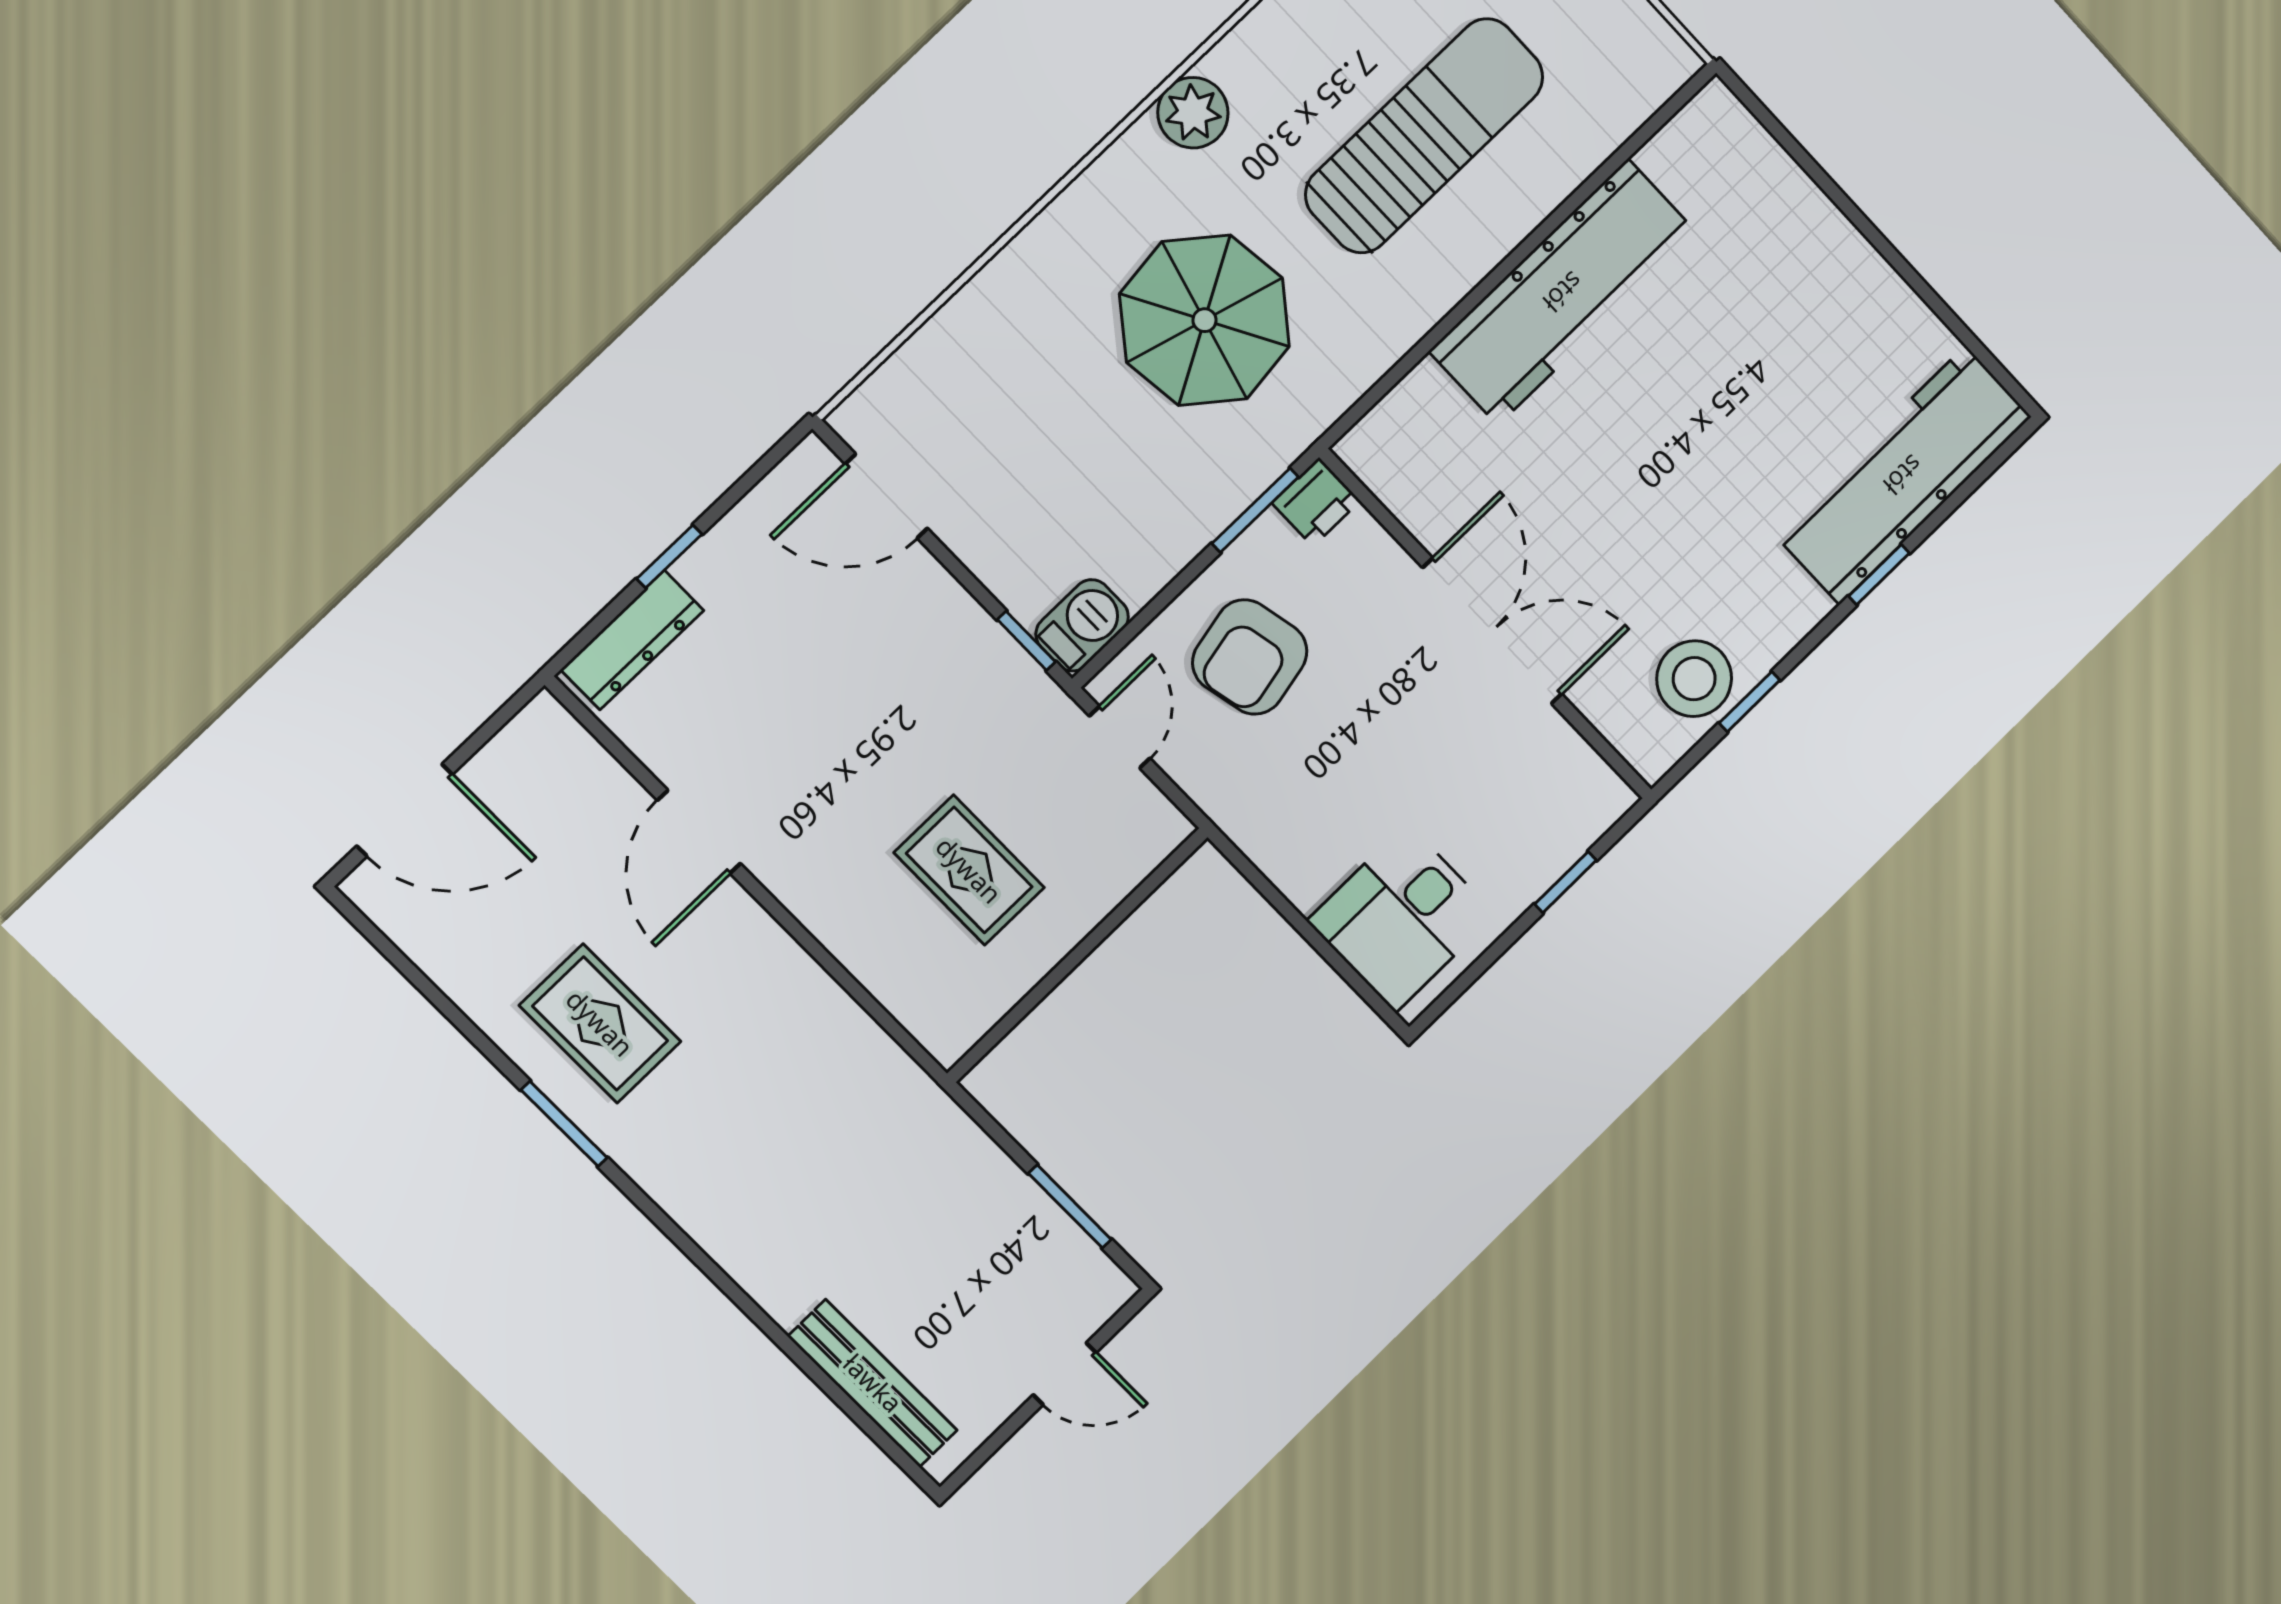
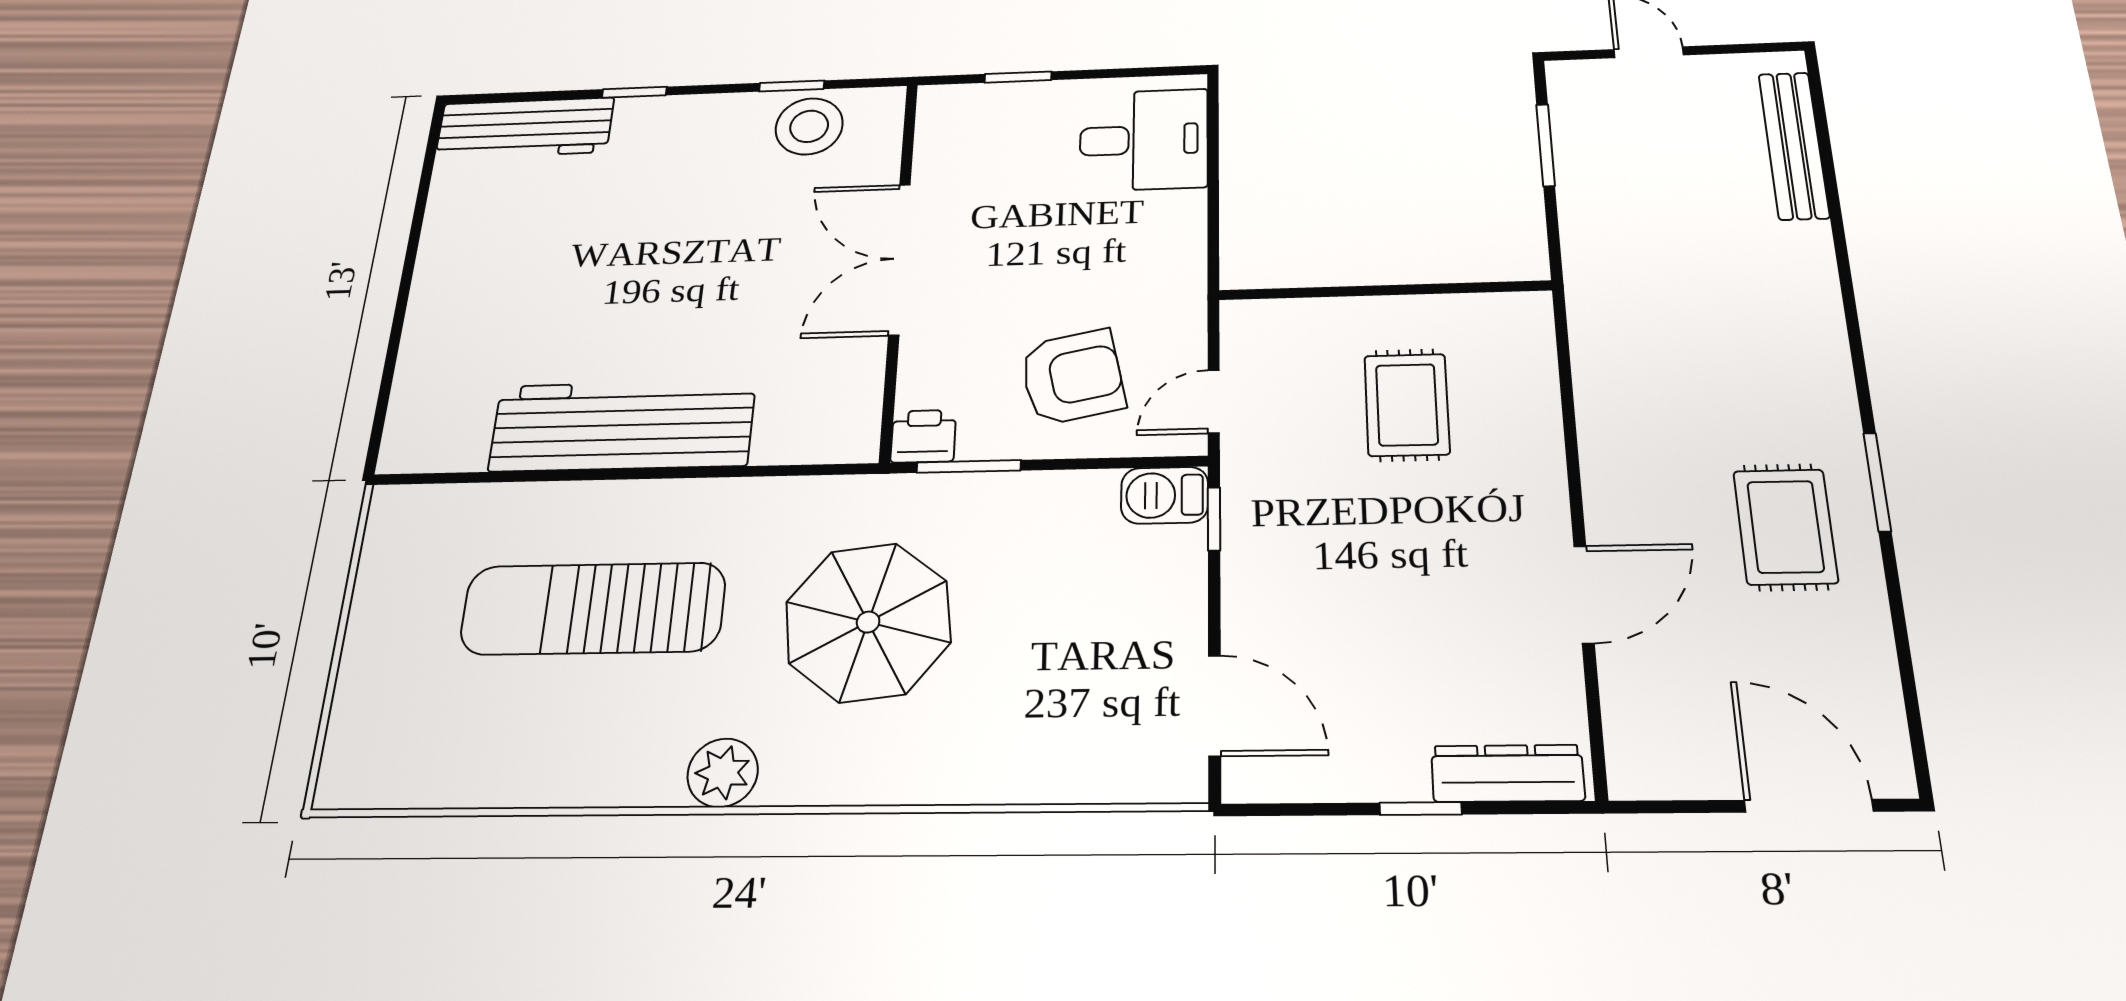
workbench: (1903, 475) -> (525, 128), width x0.73, depth x0.76

